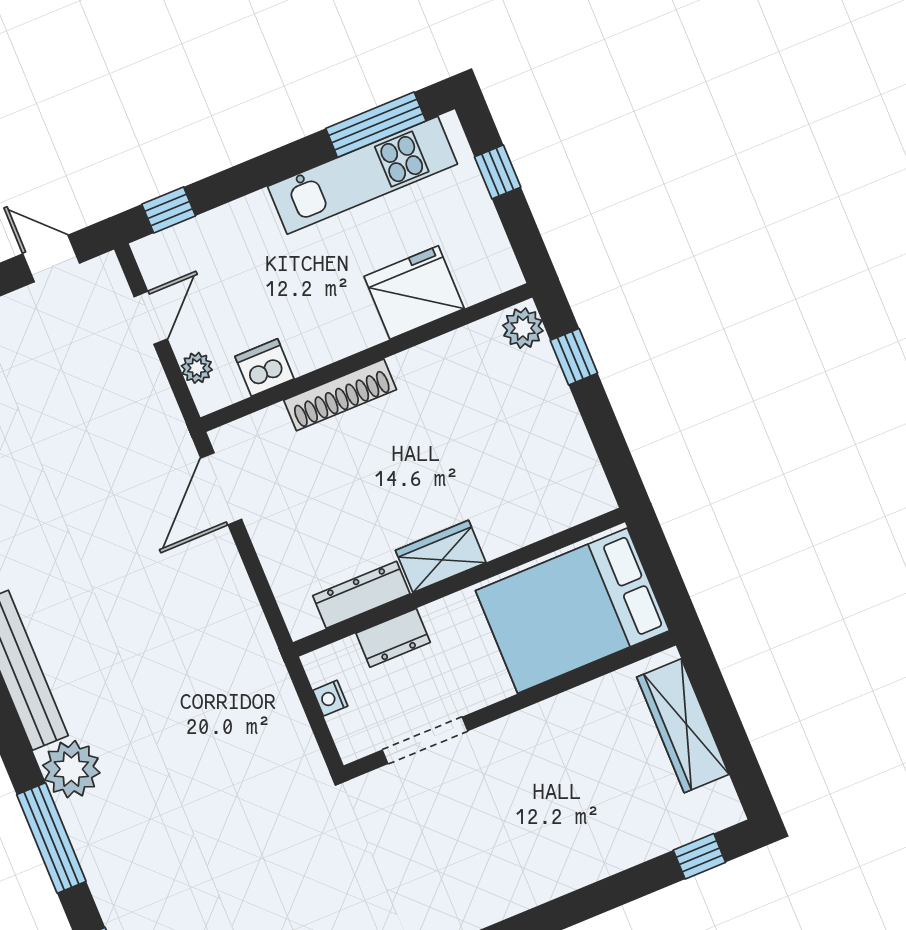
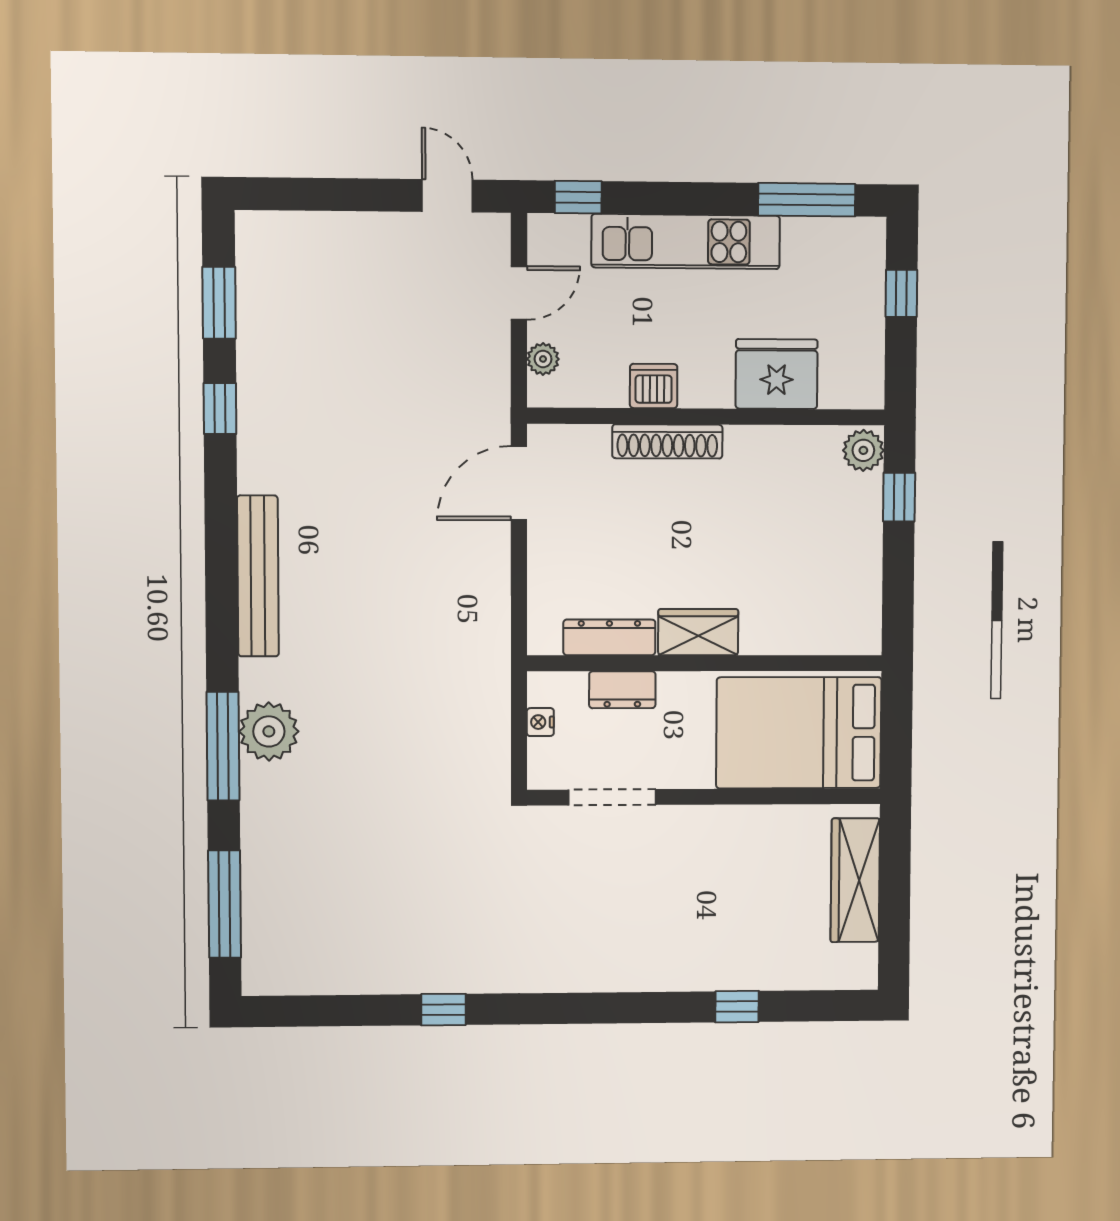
kitchen unit: (362, 175) -> (686, 242), moved
dishwasher: (264, 368) -> (654, 386), moved
plant: (71, 769) -> (269, 731), moved
window: (699, 856) -> (737, 1007), moved

